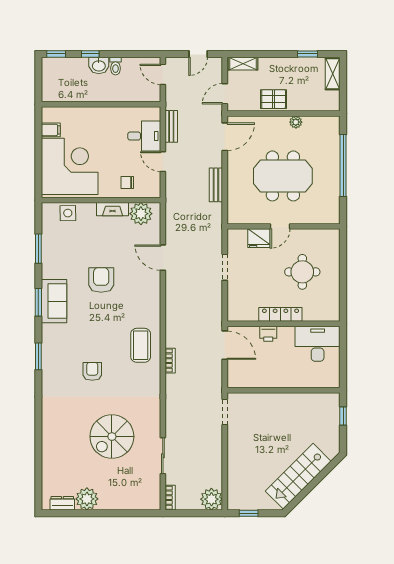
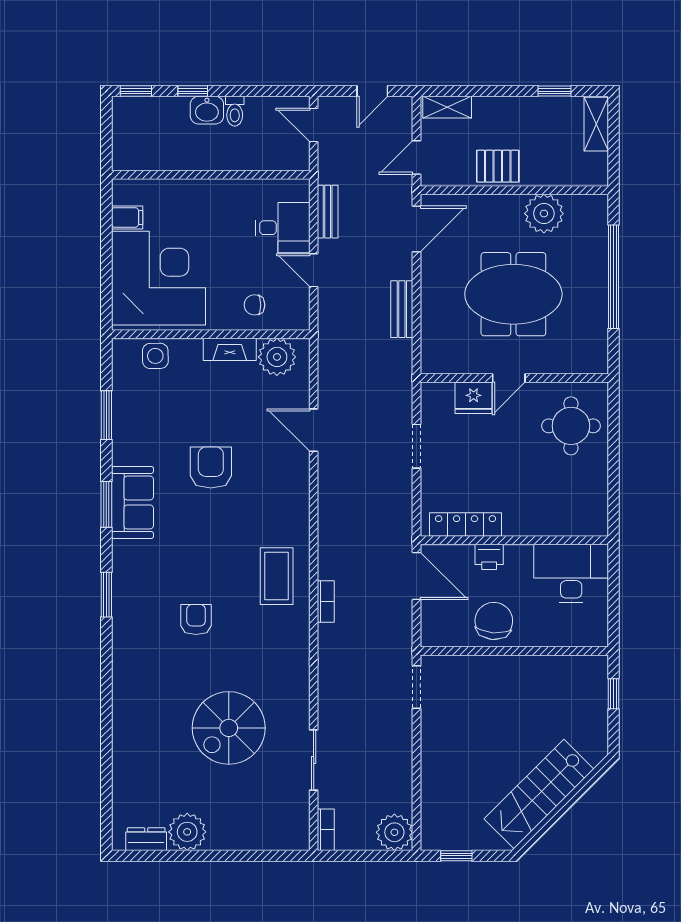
plant: (296, 122) -> (544, 214), width x1.87, depth x1.87
round table: (302, 272) -> (571, 426), moved
locker: (280, 314) -> (466, 525), moved
chair: (271, 372) -> (494, 621), added

